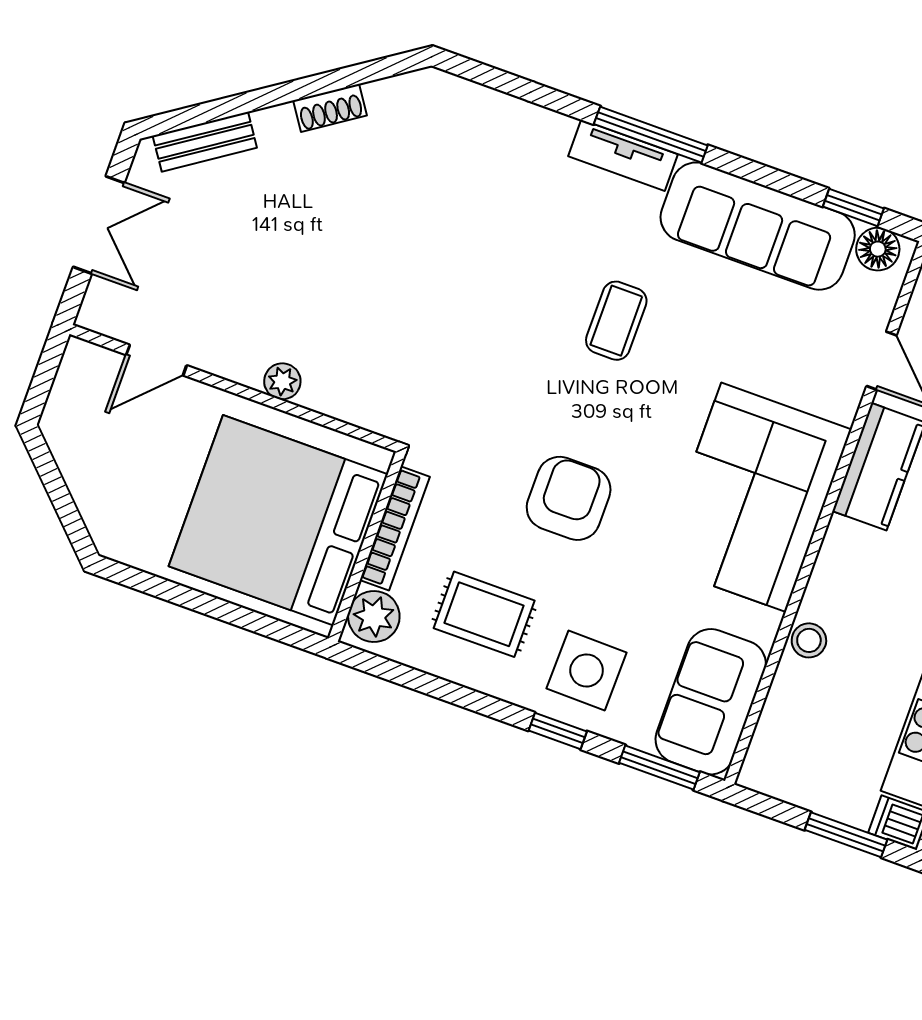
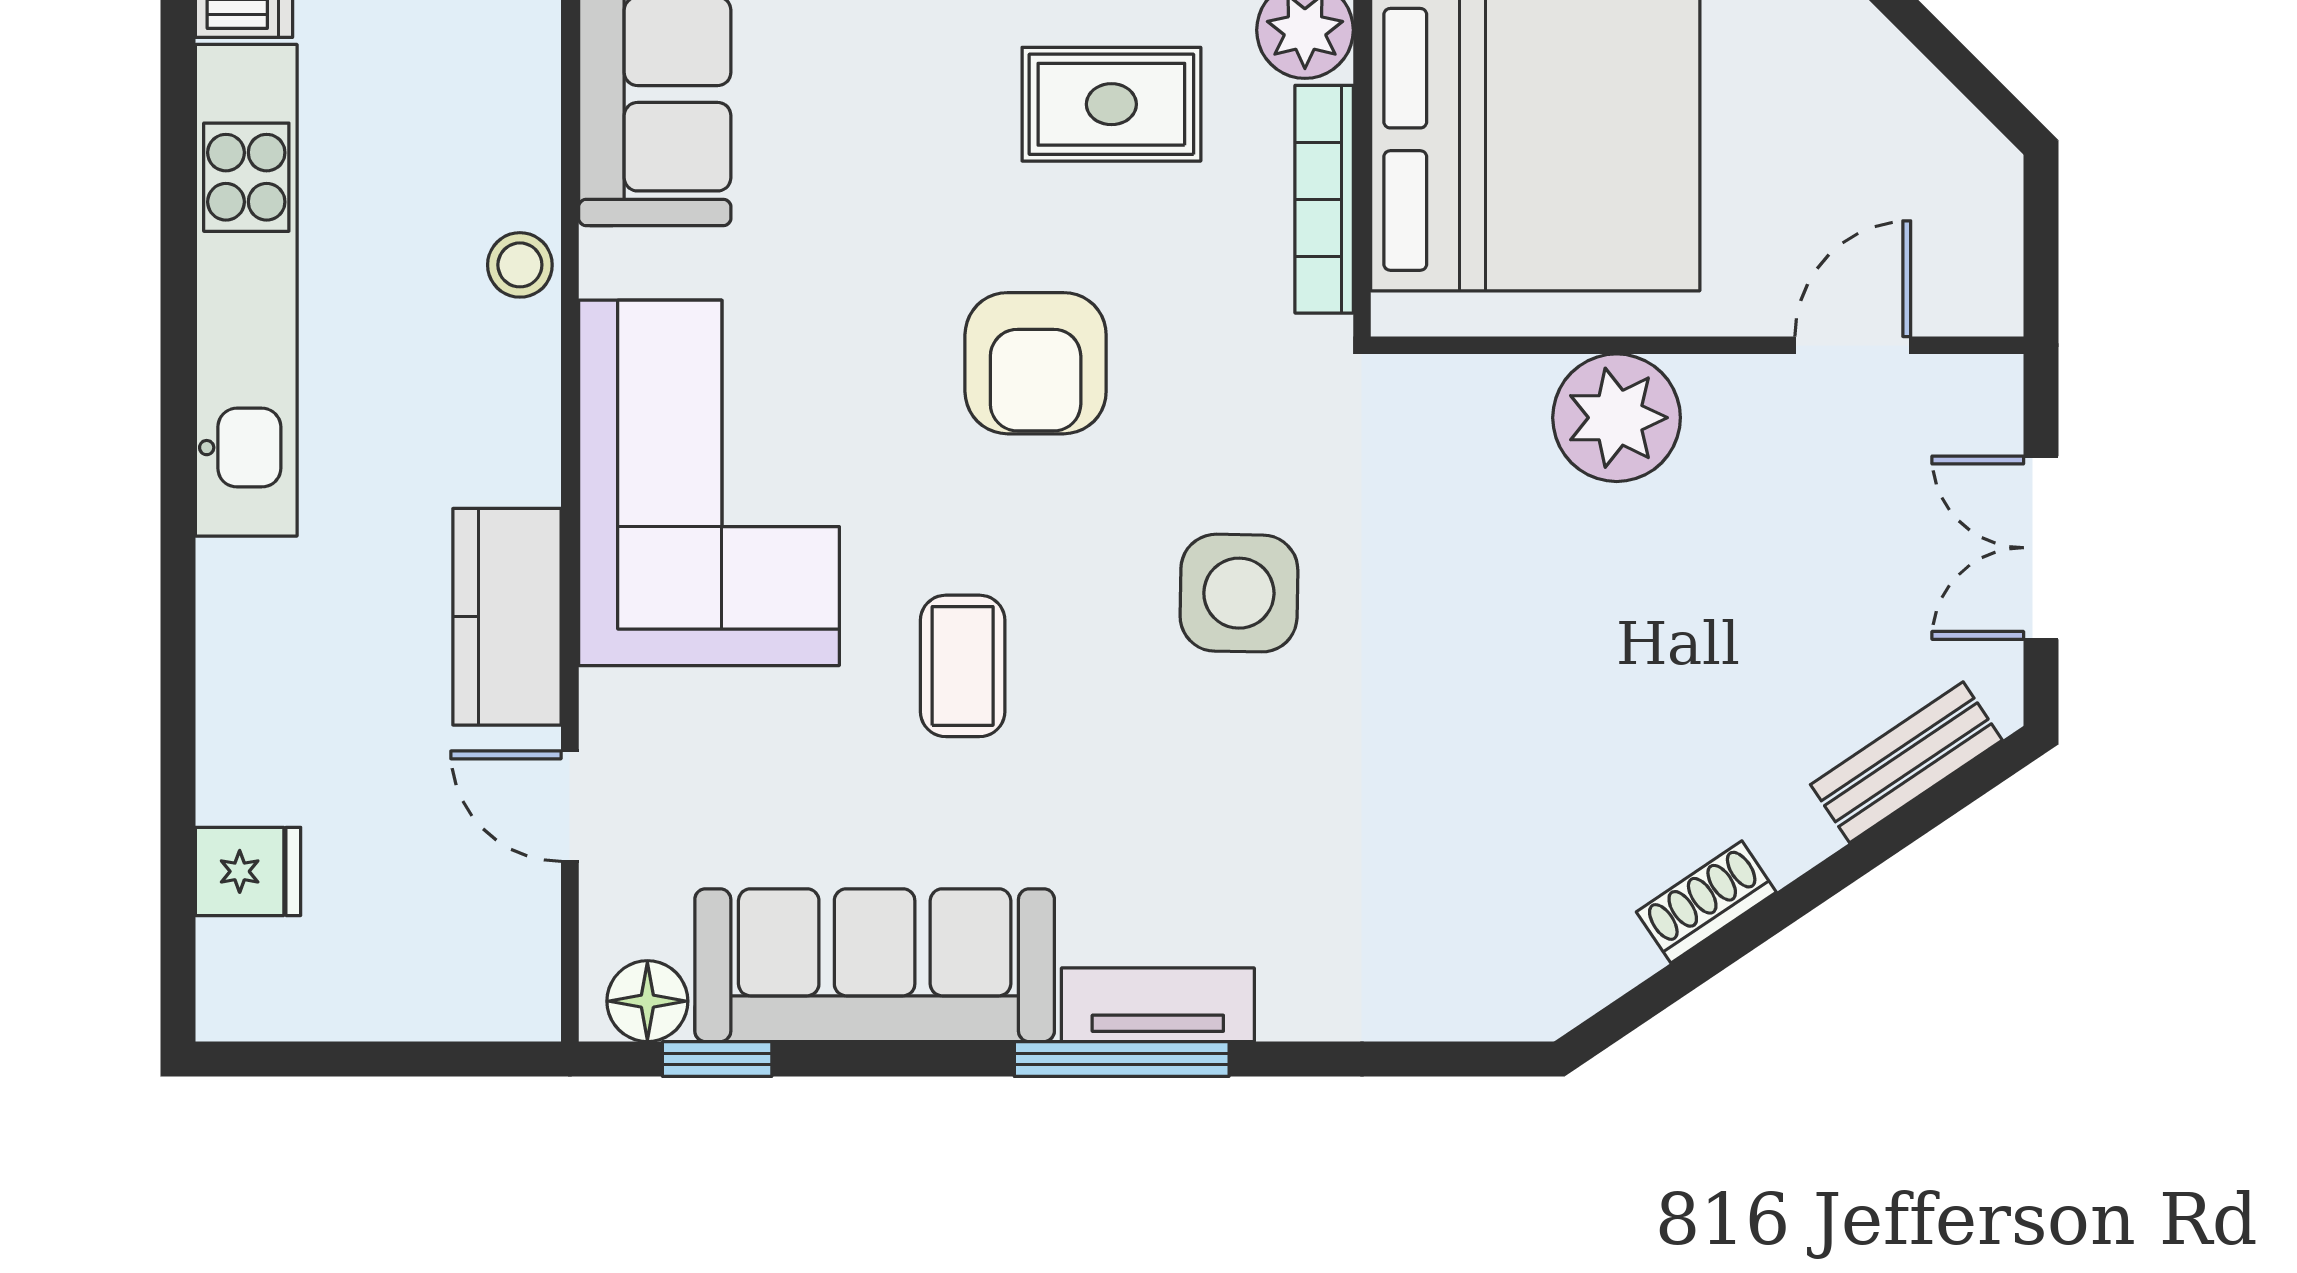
coffee table: (616, 321) -> (963, 666), moved
plant: (282, 381) -> (1617, 418), width x1.87, depth x1.87
side table: (587, 670) -> (1239, 593), moved

